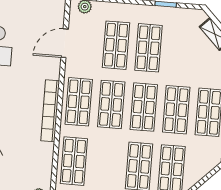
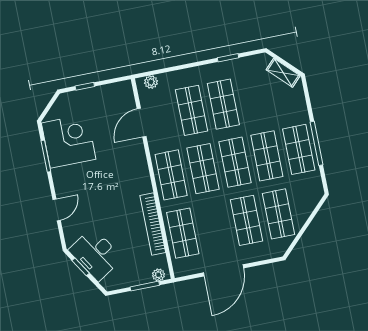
bookcase: (50, 111) -> (153, 224), moved

